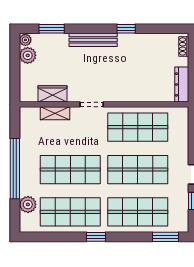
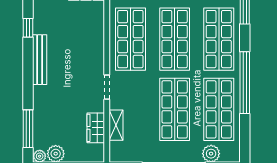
window: (52, 29) -> (28, 129), width x1.44
window: (126, 29) -> (28, 28), moved
bench: (93, 40) -> (40, 60), moved
window: (96, 237) -> (245, 83), width x3.17

